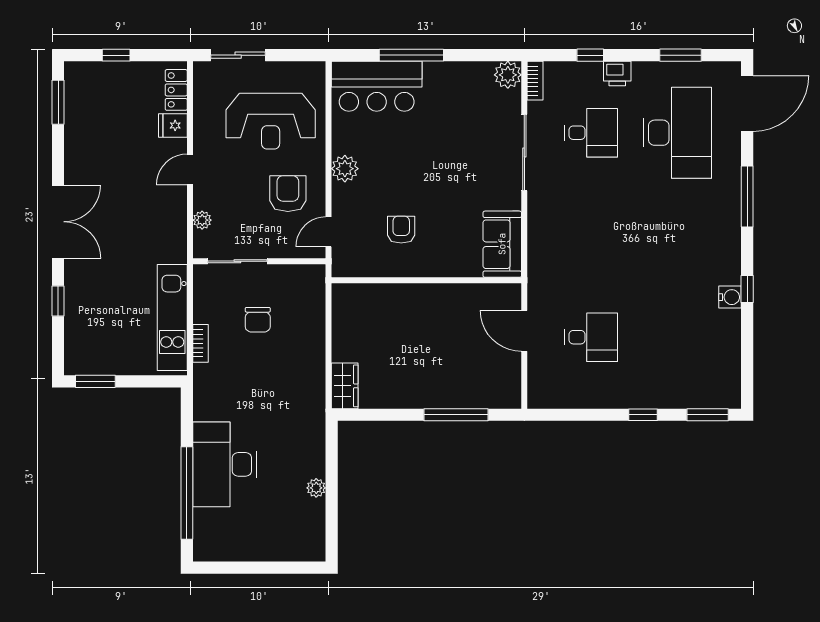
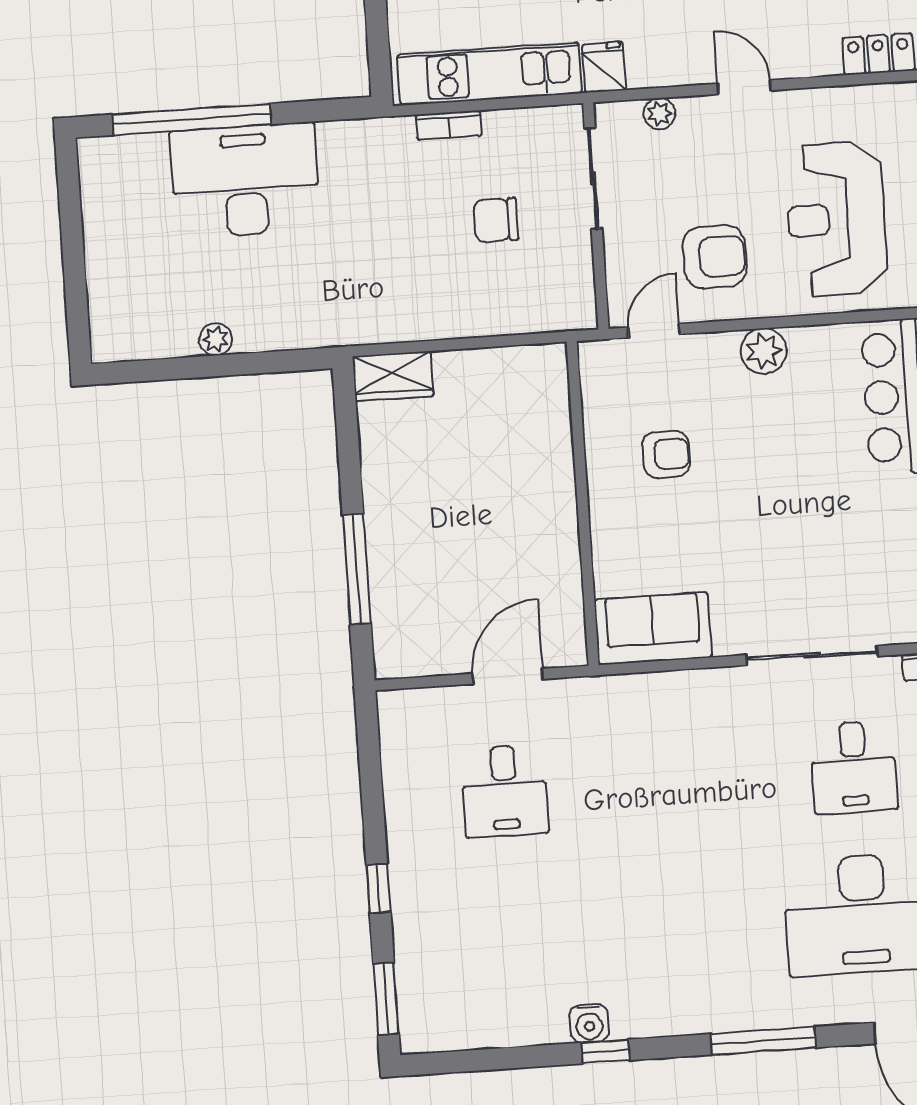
fridge: (173, 125) -> (604, 67), moved
door: (329, 232) -> (654, 331), hinge flipped

